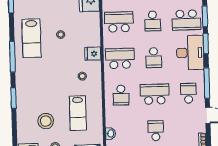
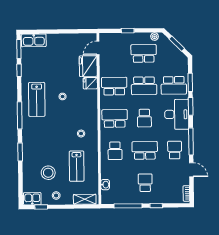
school desk: (153, 21) -> (144, 86), width x1.85
fridge: (93, 54) -> (90, 83), moved

